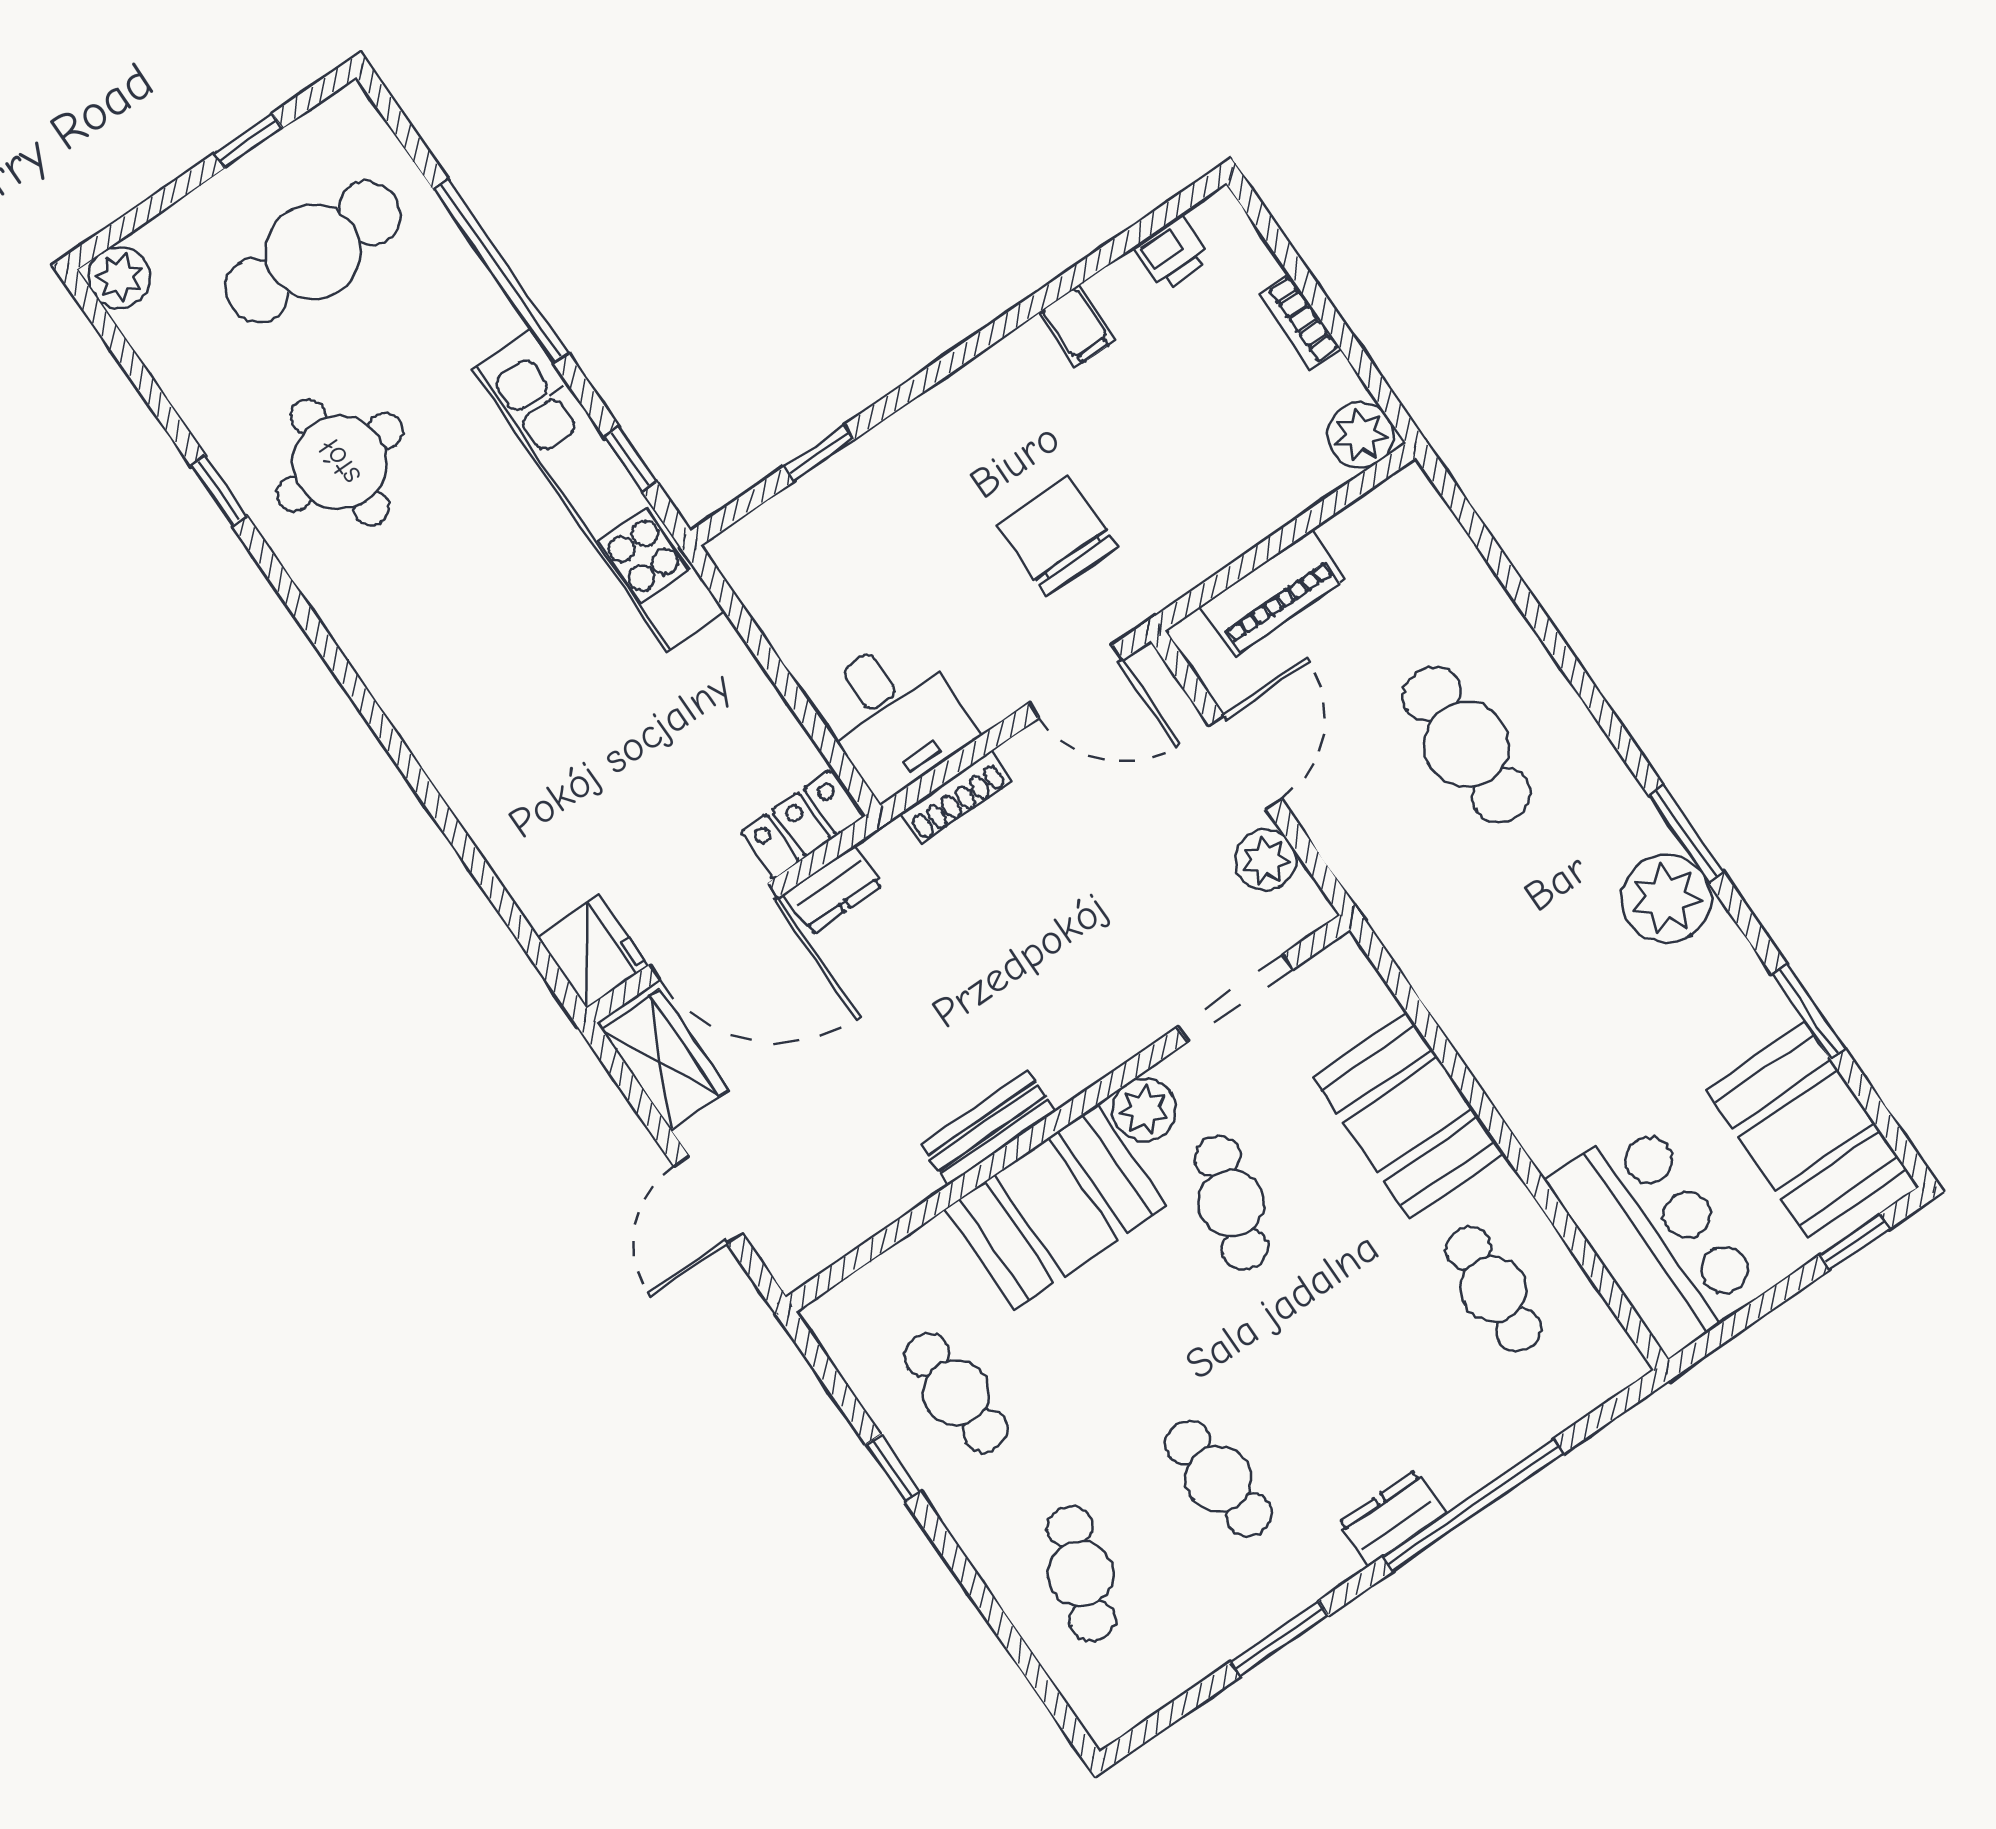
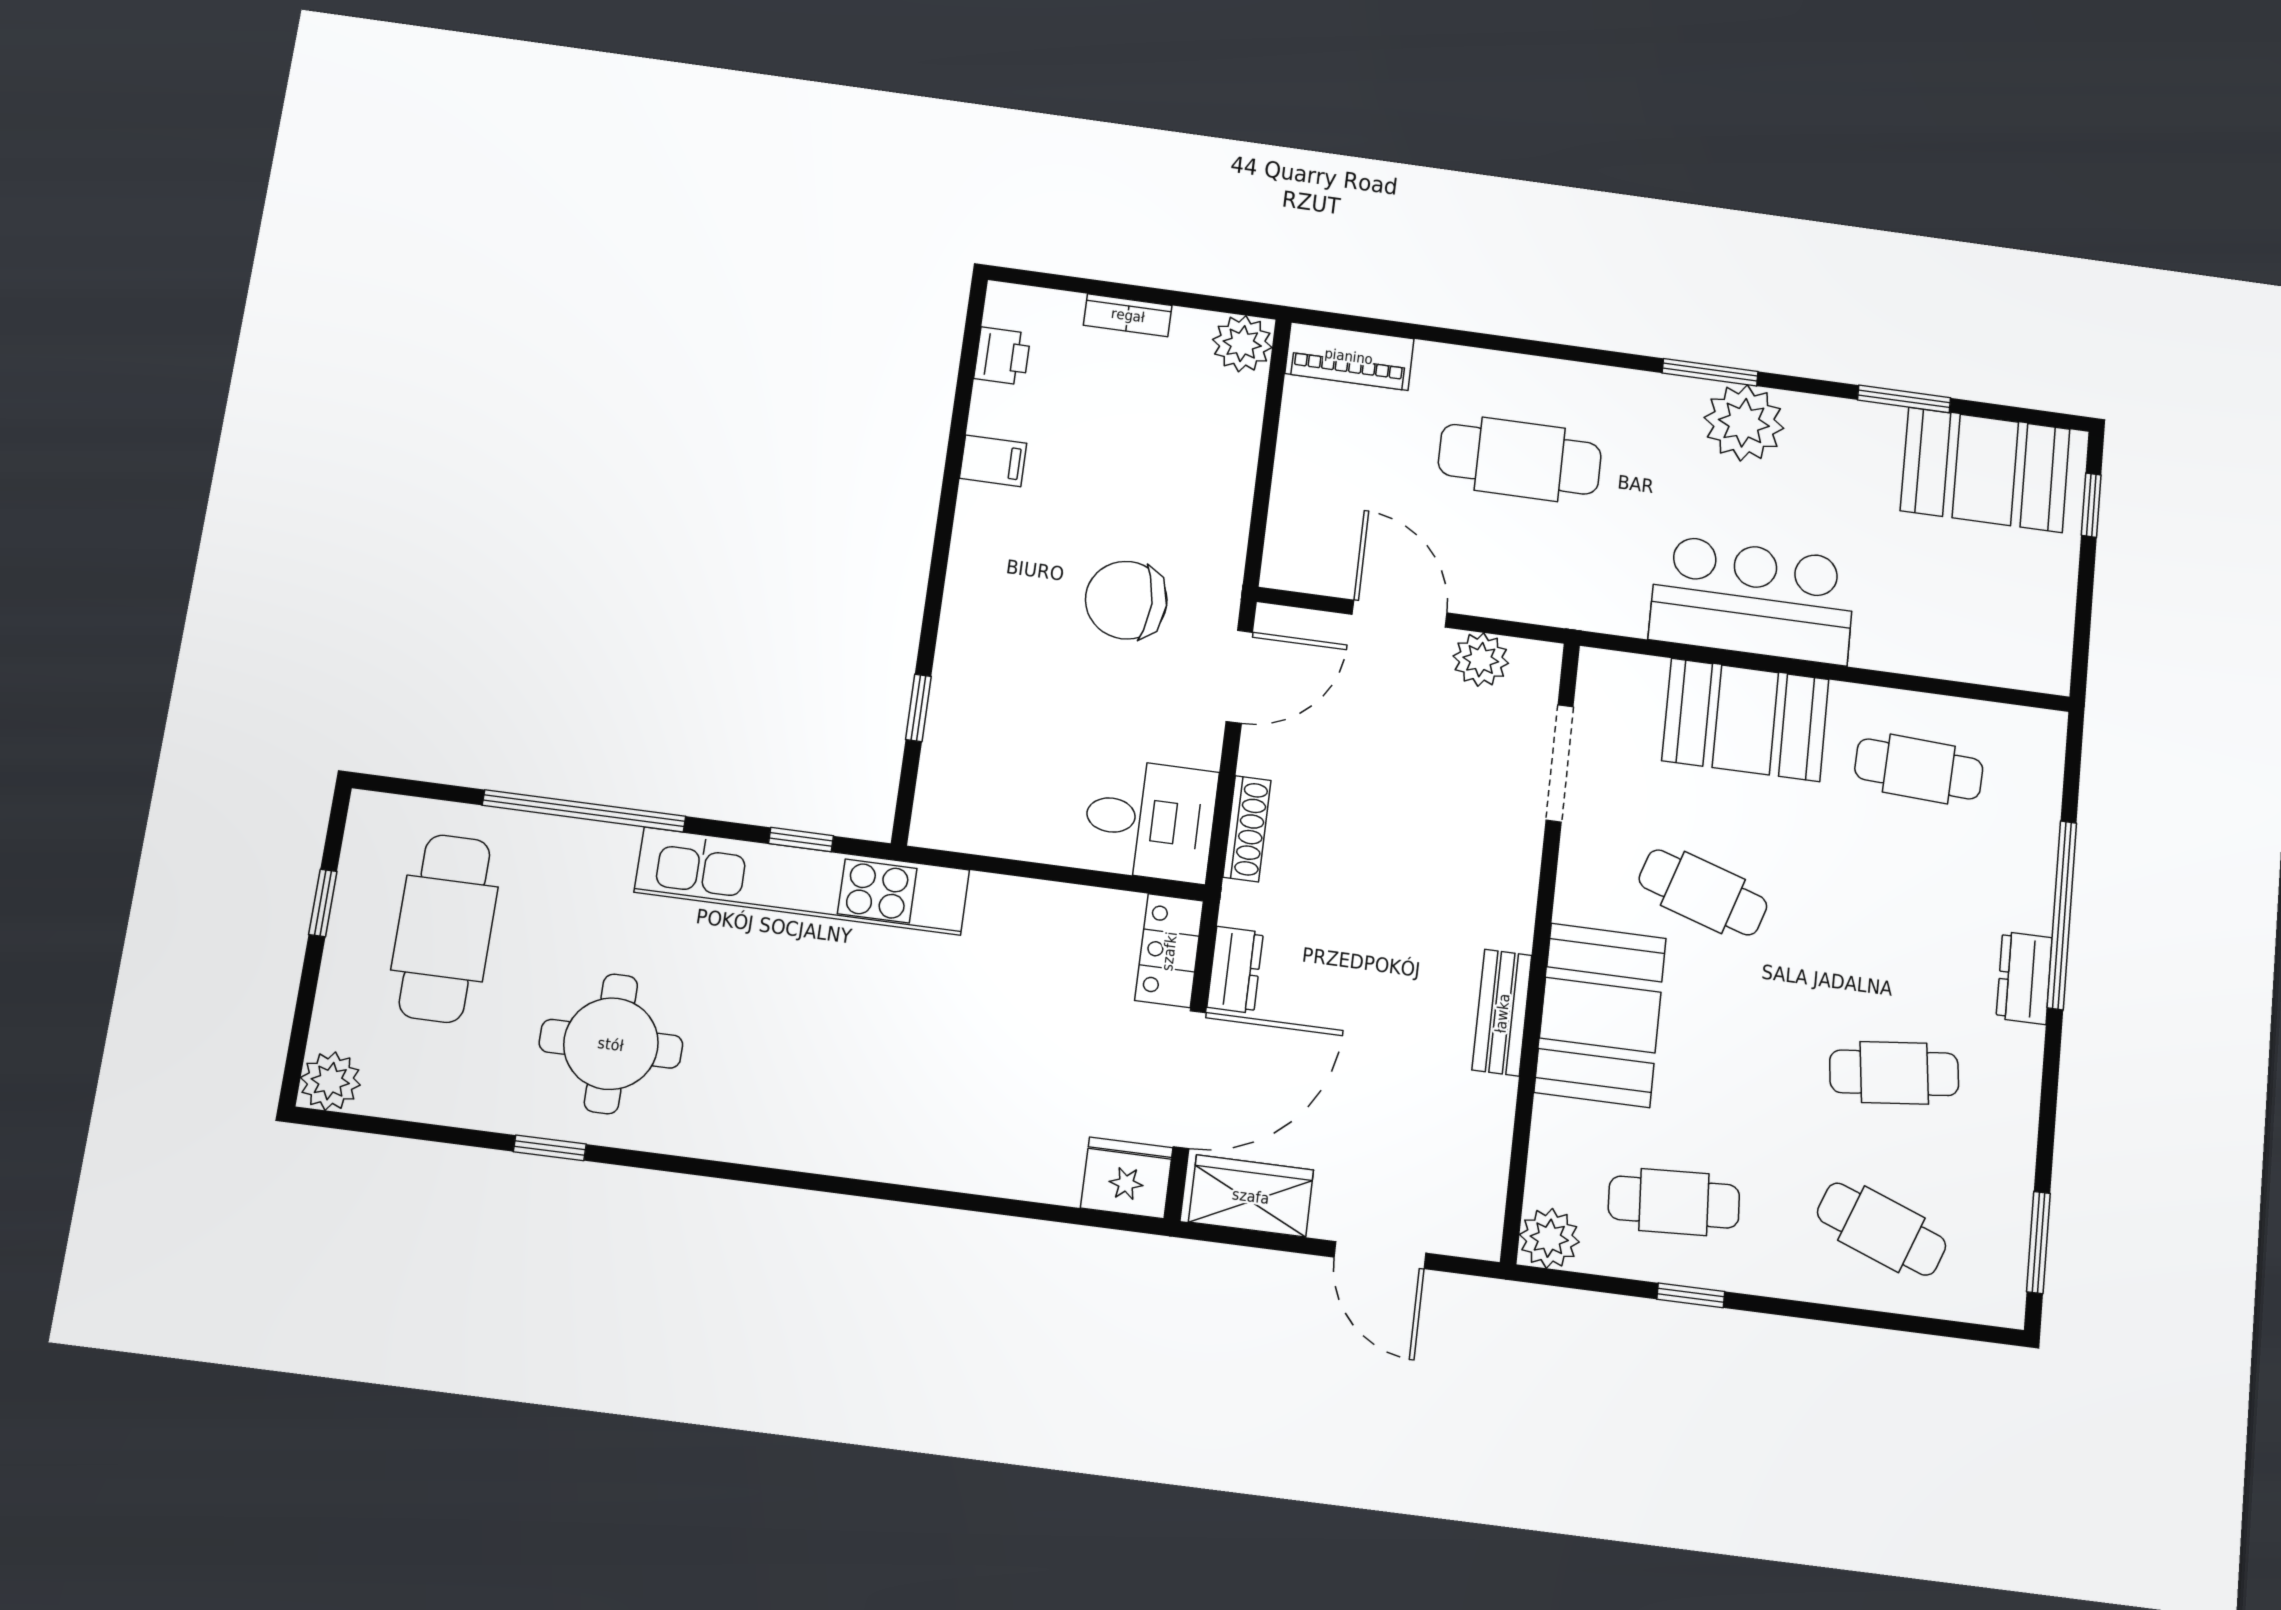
piano: (1273, 593) -> (1349, 356), moved, turned 90
plant: (1144, 1110) -> (1549, 1238), moved
bar counter: (1656, 1236) -> (1752, 600), moved
window: (1280, 1639) -> (2038, 1242), moved

